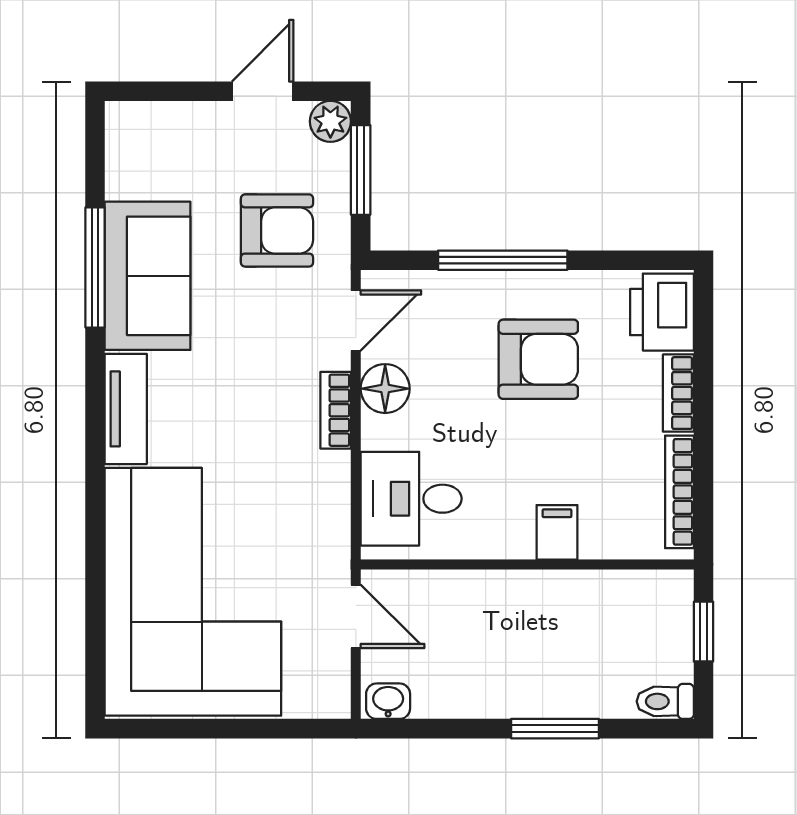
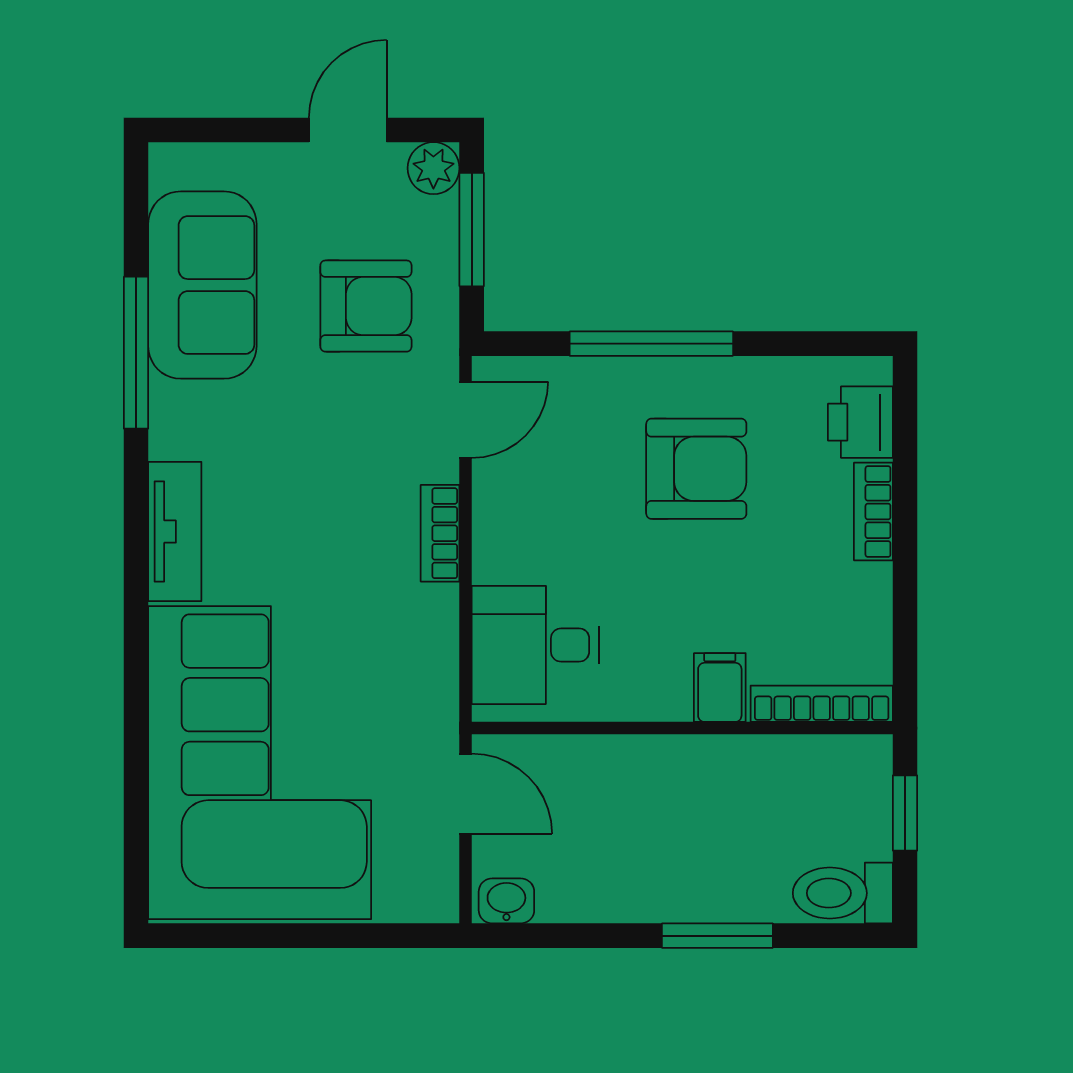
sofa: (148, 276) -> (202, 285), moved
printer: (662, 312) -> (860, 422), width x0.73, depth x0.81
floor lamp: (385, 389) -> (503, 506), removed
bookcase: (679, 492) -> (822, 704), moved, turned 90
toilet: (665, 701) -> (843, 893), width x1.37, depth x1.39

